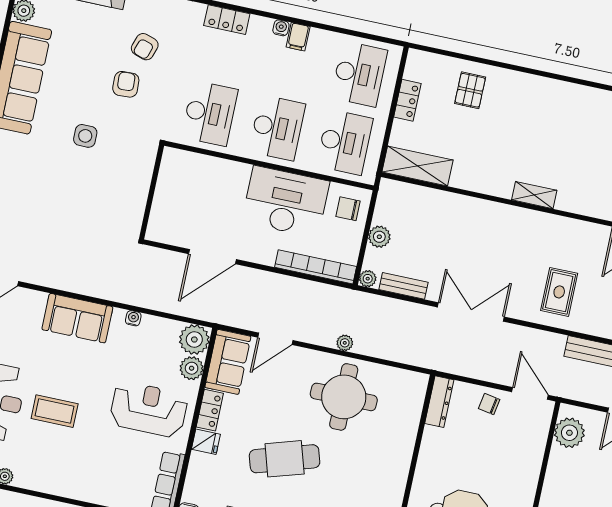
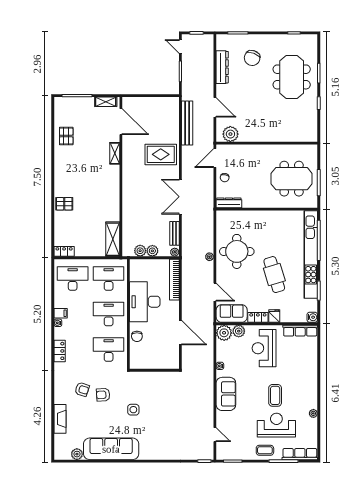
pallet: (470, 90) -> (64, 204), moved
locker: (407, 100) -> (64, 251), moved
shelving: (534, 195) -> (115, 153), moved
chair: (348, 209) -> (137, 336), moved
plant: (384, 213) -> (140, 251), added
rug: (559, 292) -> (161, 154), width x1.36, depth x1.43

